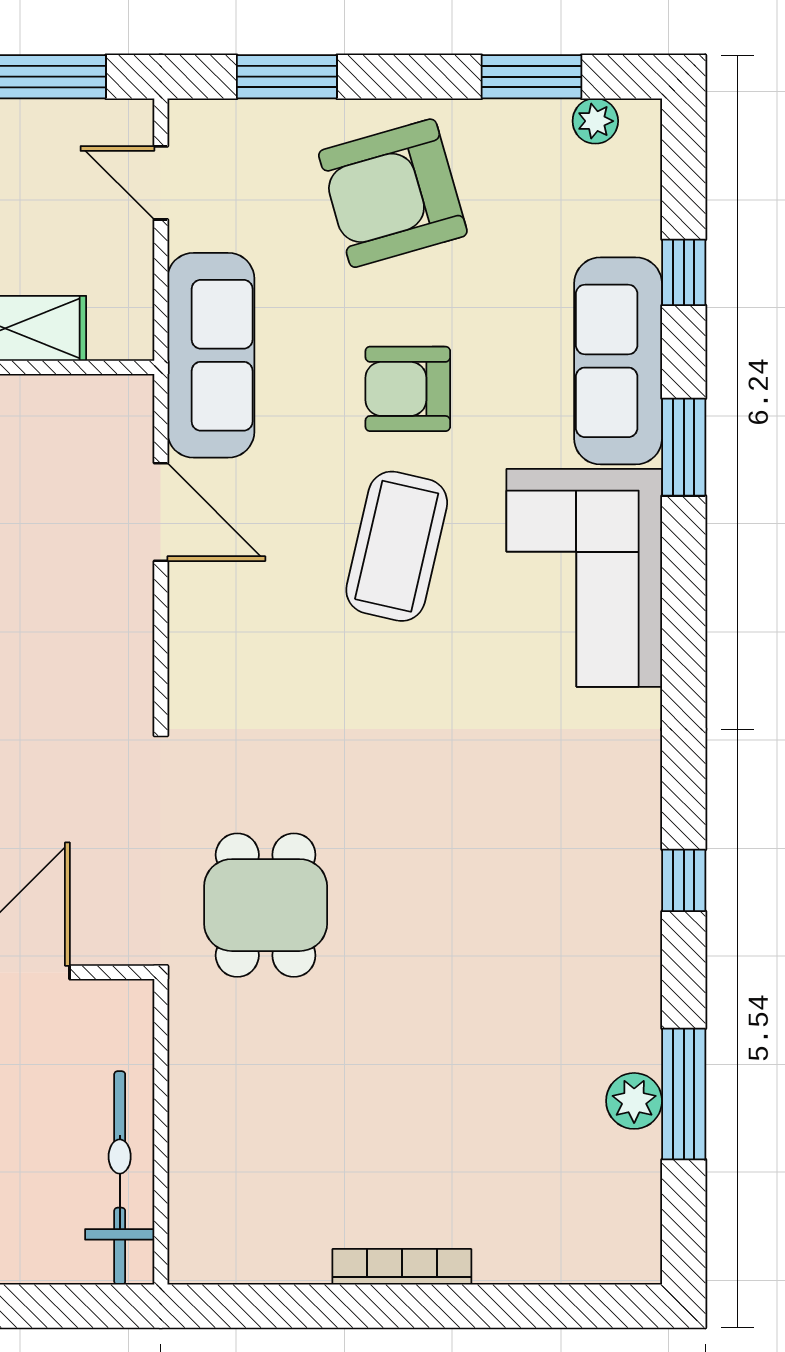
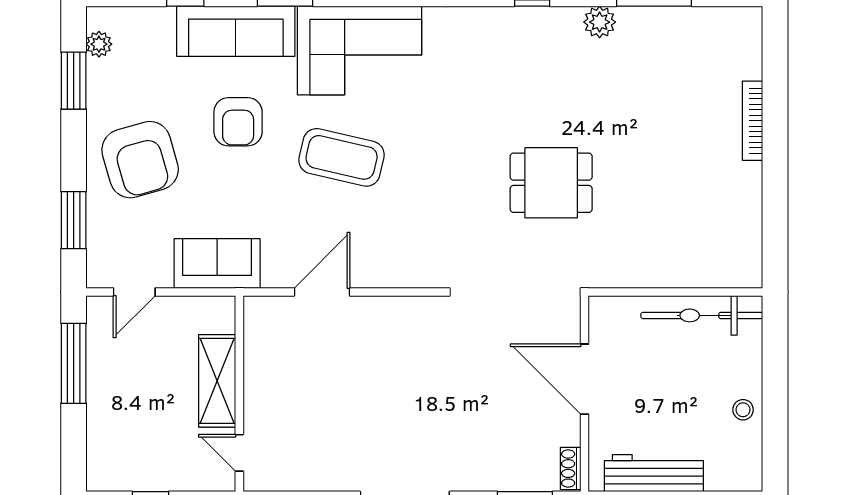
sofa: (211, 355) -> (217, 263), width x0.73
armchair: (408, 389) -> (238, 122), moved
dining table: (266, 905) -> (551, 183), moved
plant: (634, 1101) -> (600, 22), moved
bookcase: (402, 1267) -> (753, 121), moved

